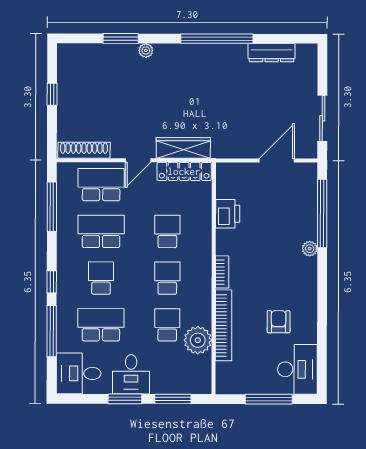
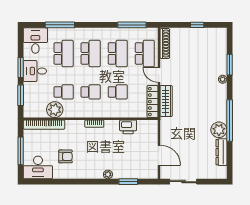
plant: (233, 57) -> (219, 130), added
window: (322, 214) -> (128, 182), width x0.47
school desk: (101, 278) -> (91, 53), width x1.85
window: (52, 282) -> (88, 25), removed
bookcase: (224, 325) -> (44, 125), moved

